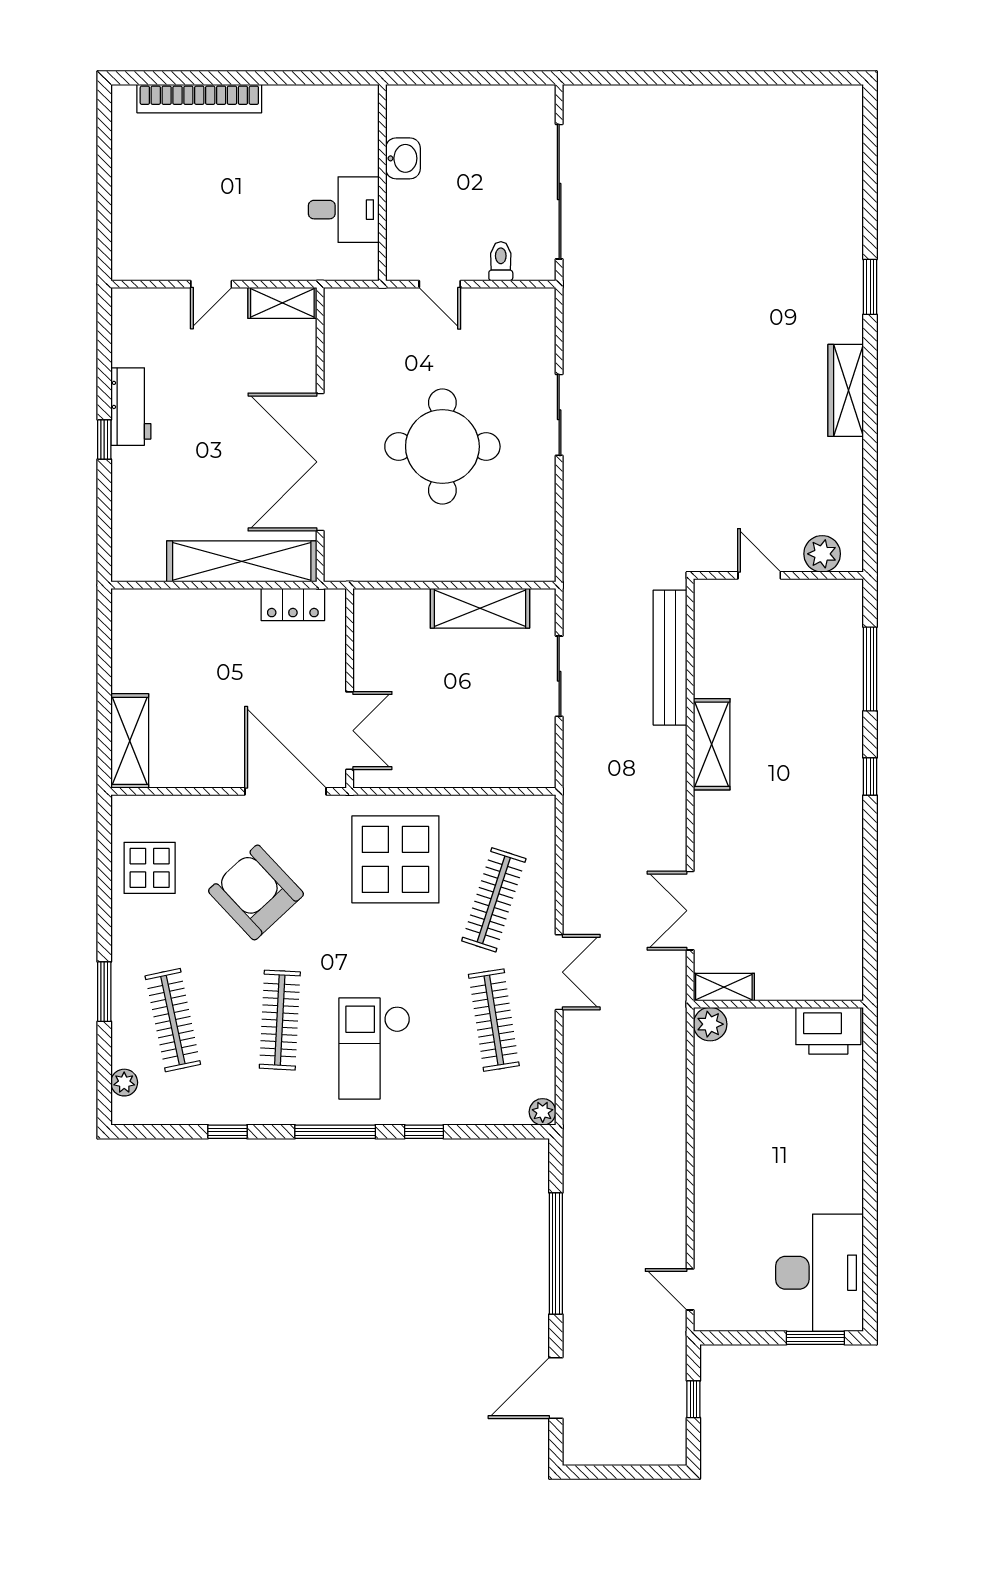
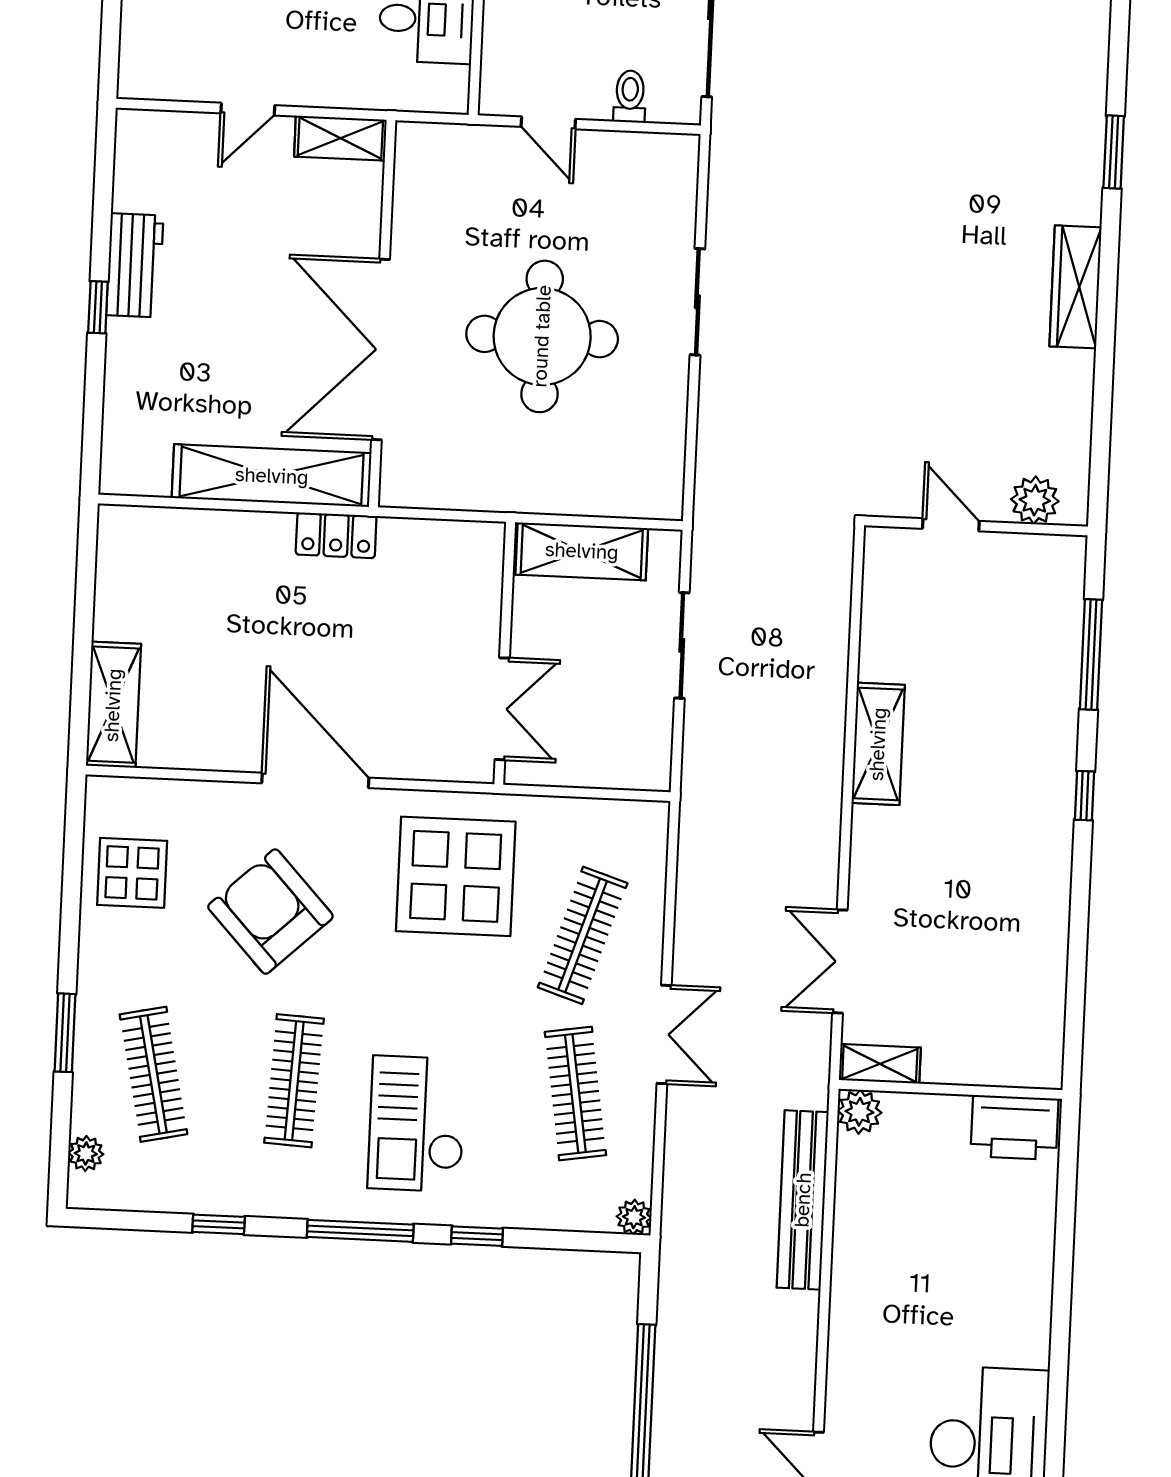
bench: (670, 658) -> (803, 1200), moved
wall: (350, 688) -> (505, 653), moved
double door: (350, 731) -> (502, 709), moved

